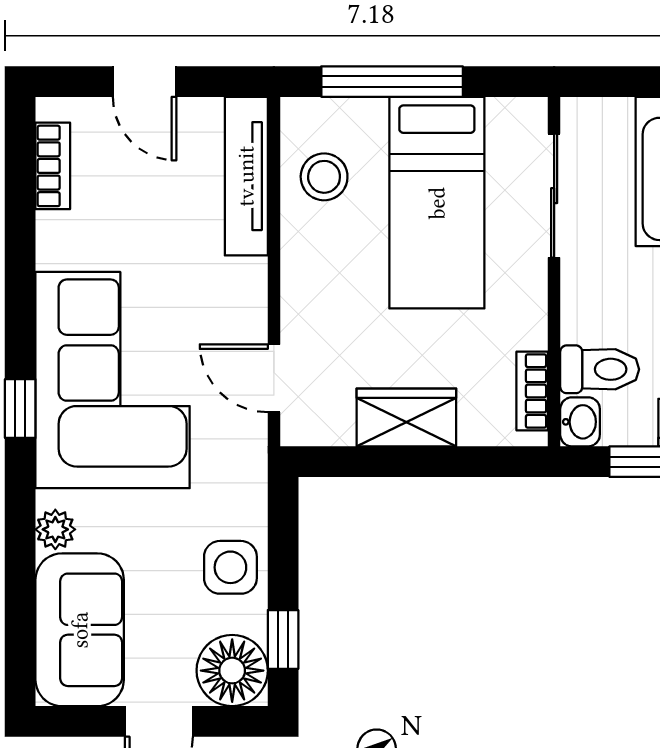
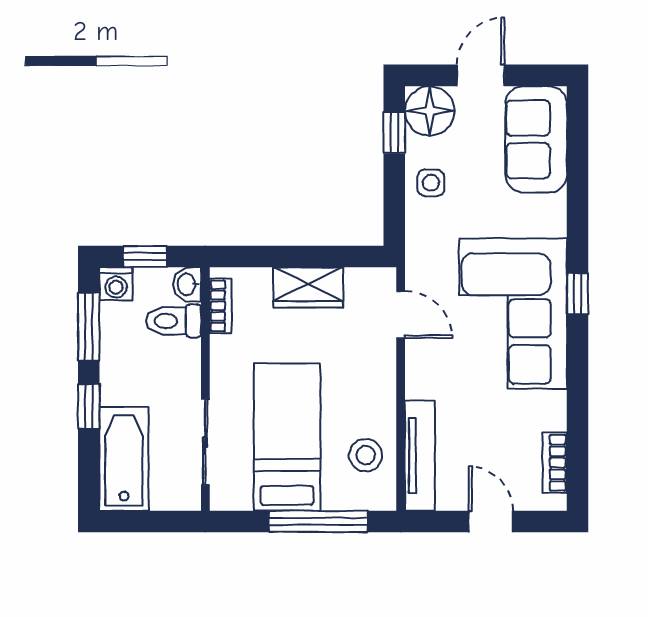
plant: (55, 529) -> (553, 209), removed
side table: (230, 567) -> (431, 183), width x0.73, depth x0.73

